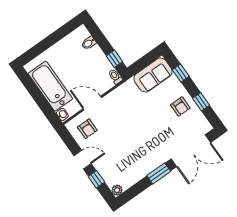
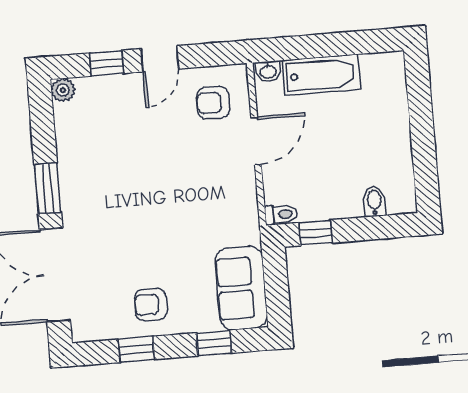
bathtub: (50, 86) -> (321, 75), width x0.73, depth x0.73

